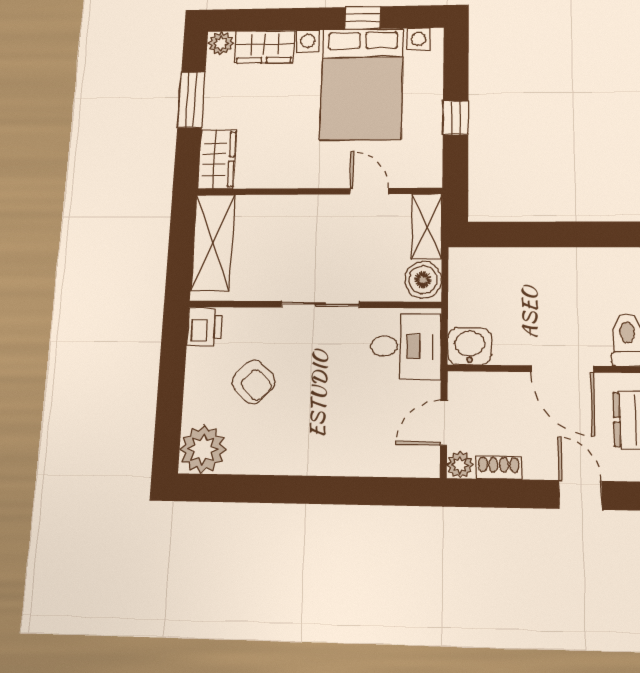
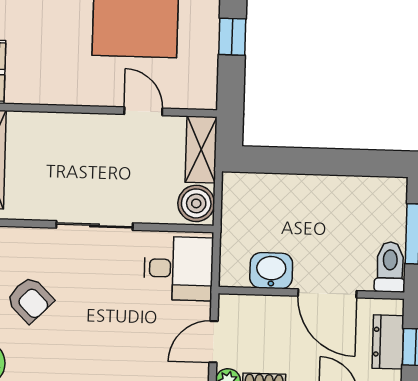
washbasin: (470, 346) -> (271, 271), moved

